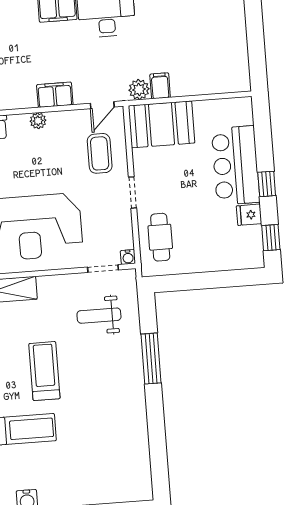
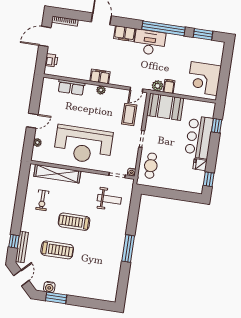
corner desk: (221, 57) -> (204, 79), added
filing cabinet: (55, 95) -> (100, 76), moved
window: (267, 184) -> (217, 126), moved
weight bench: (99, 316) -> (109, 199), turned 180
window: (151, 359) -> (128, 249), moved
treadmill: (44, 371) -> (74, 222), turned -90

